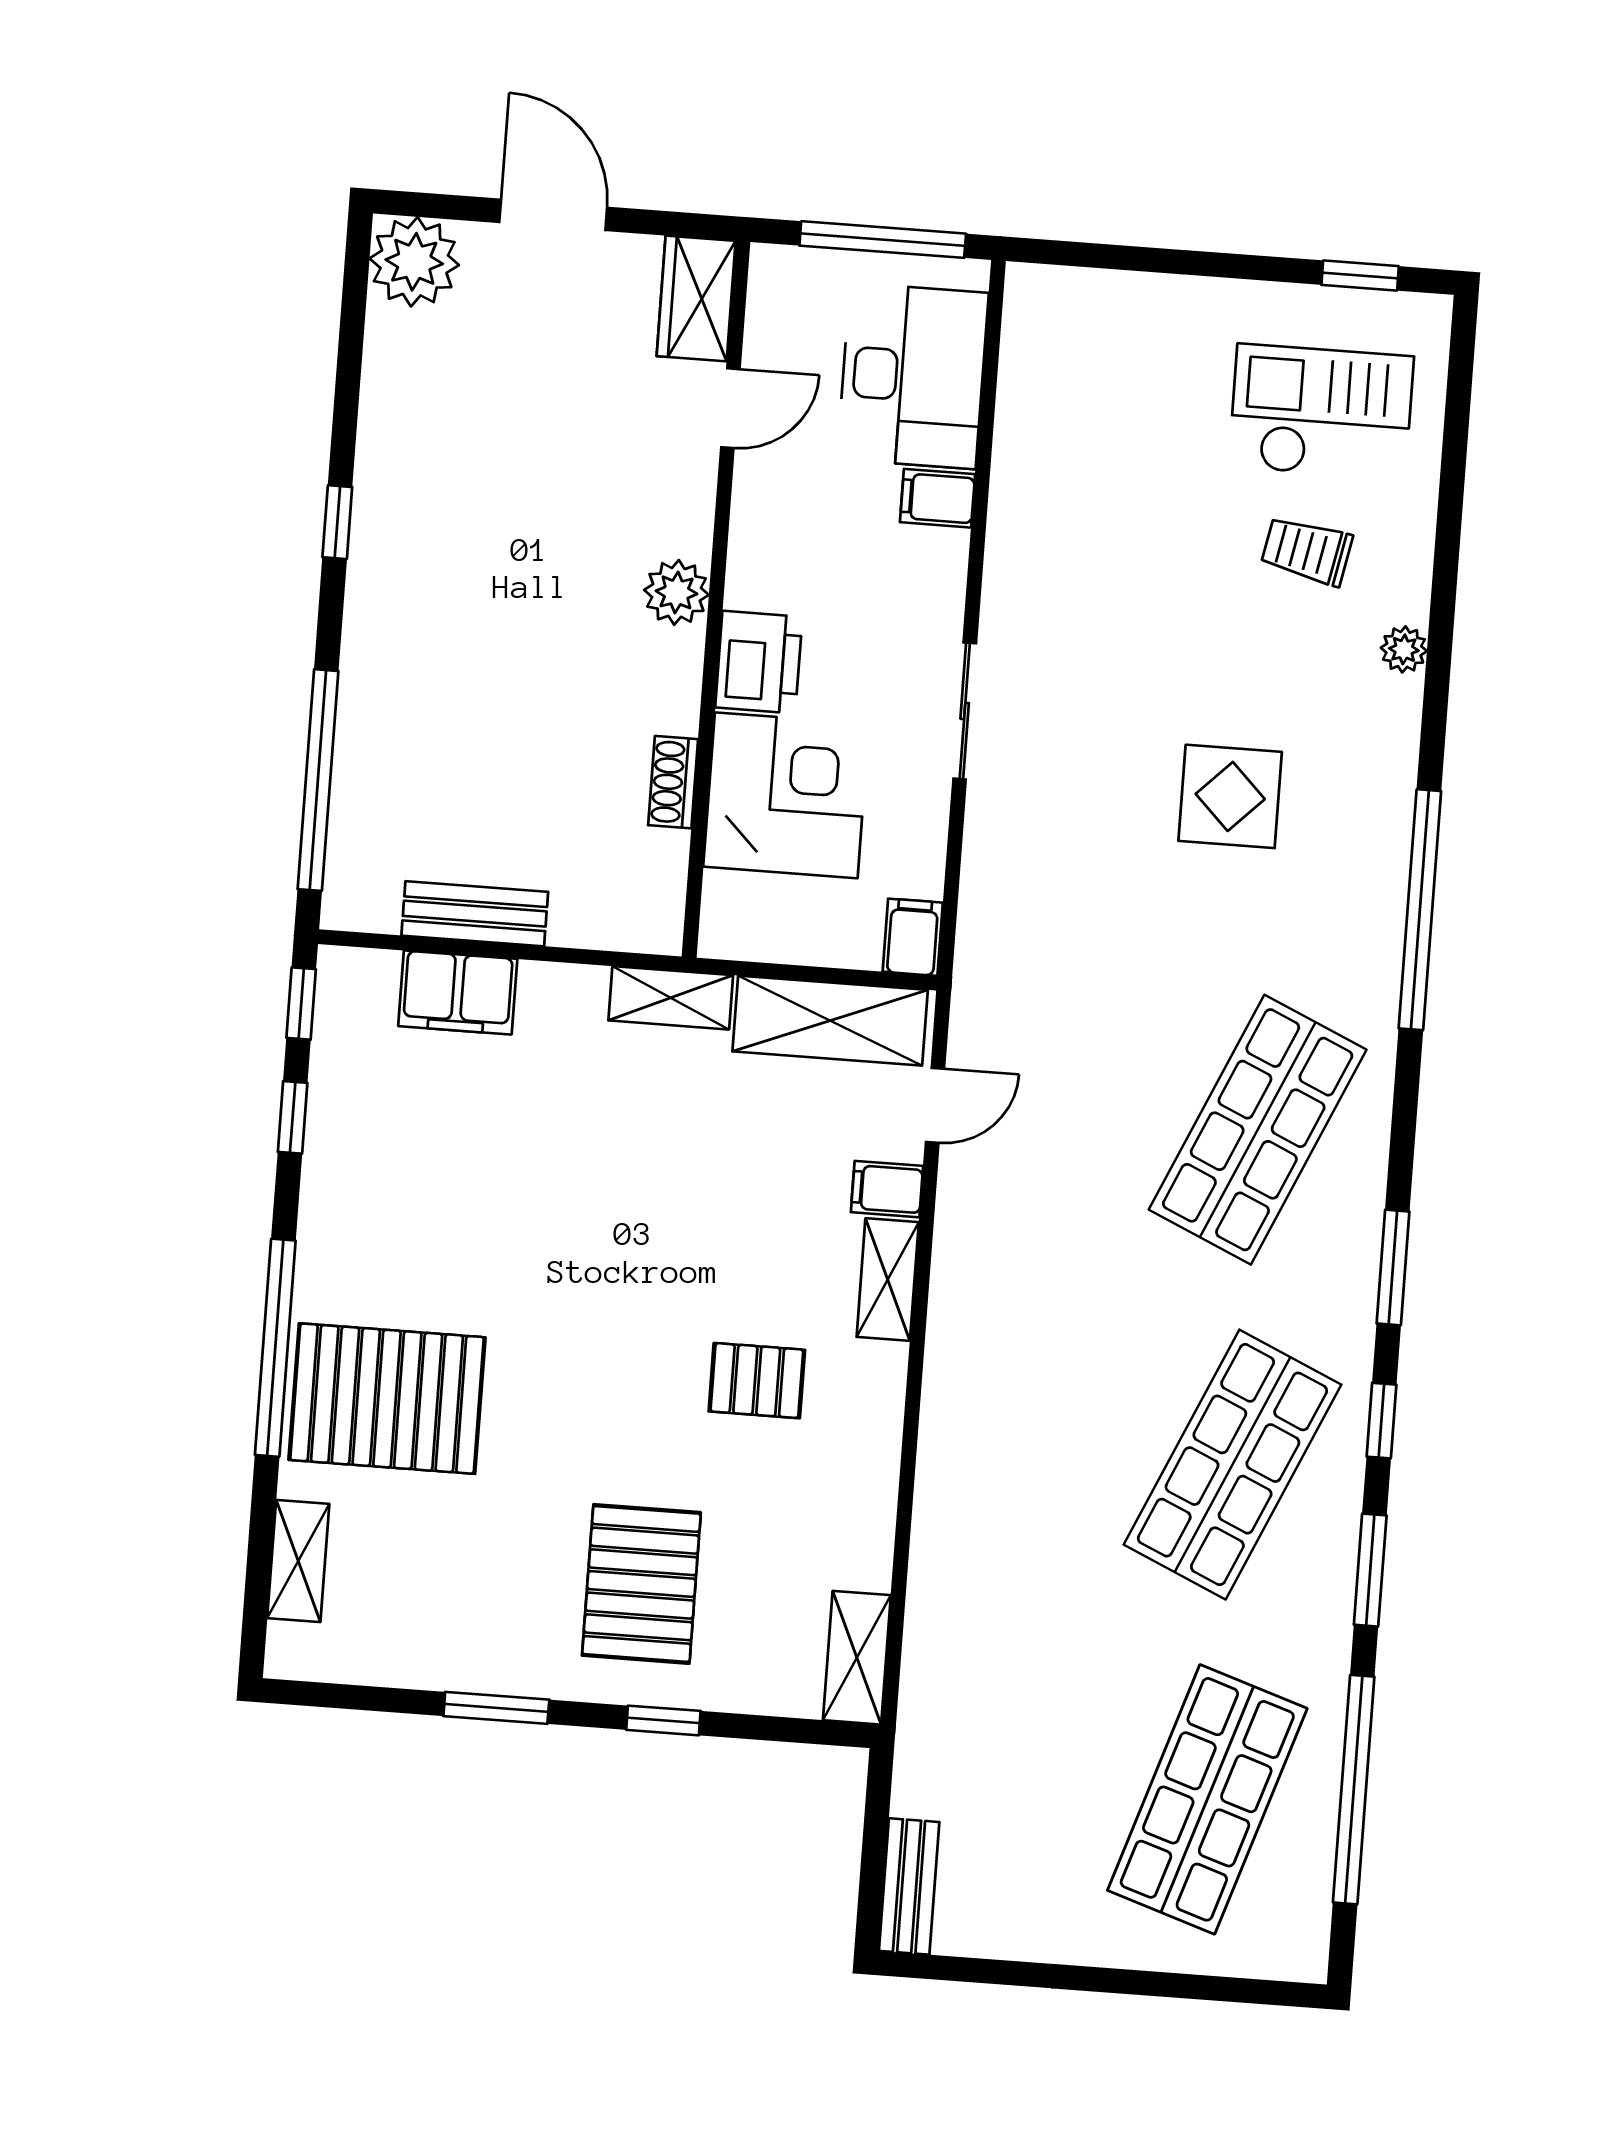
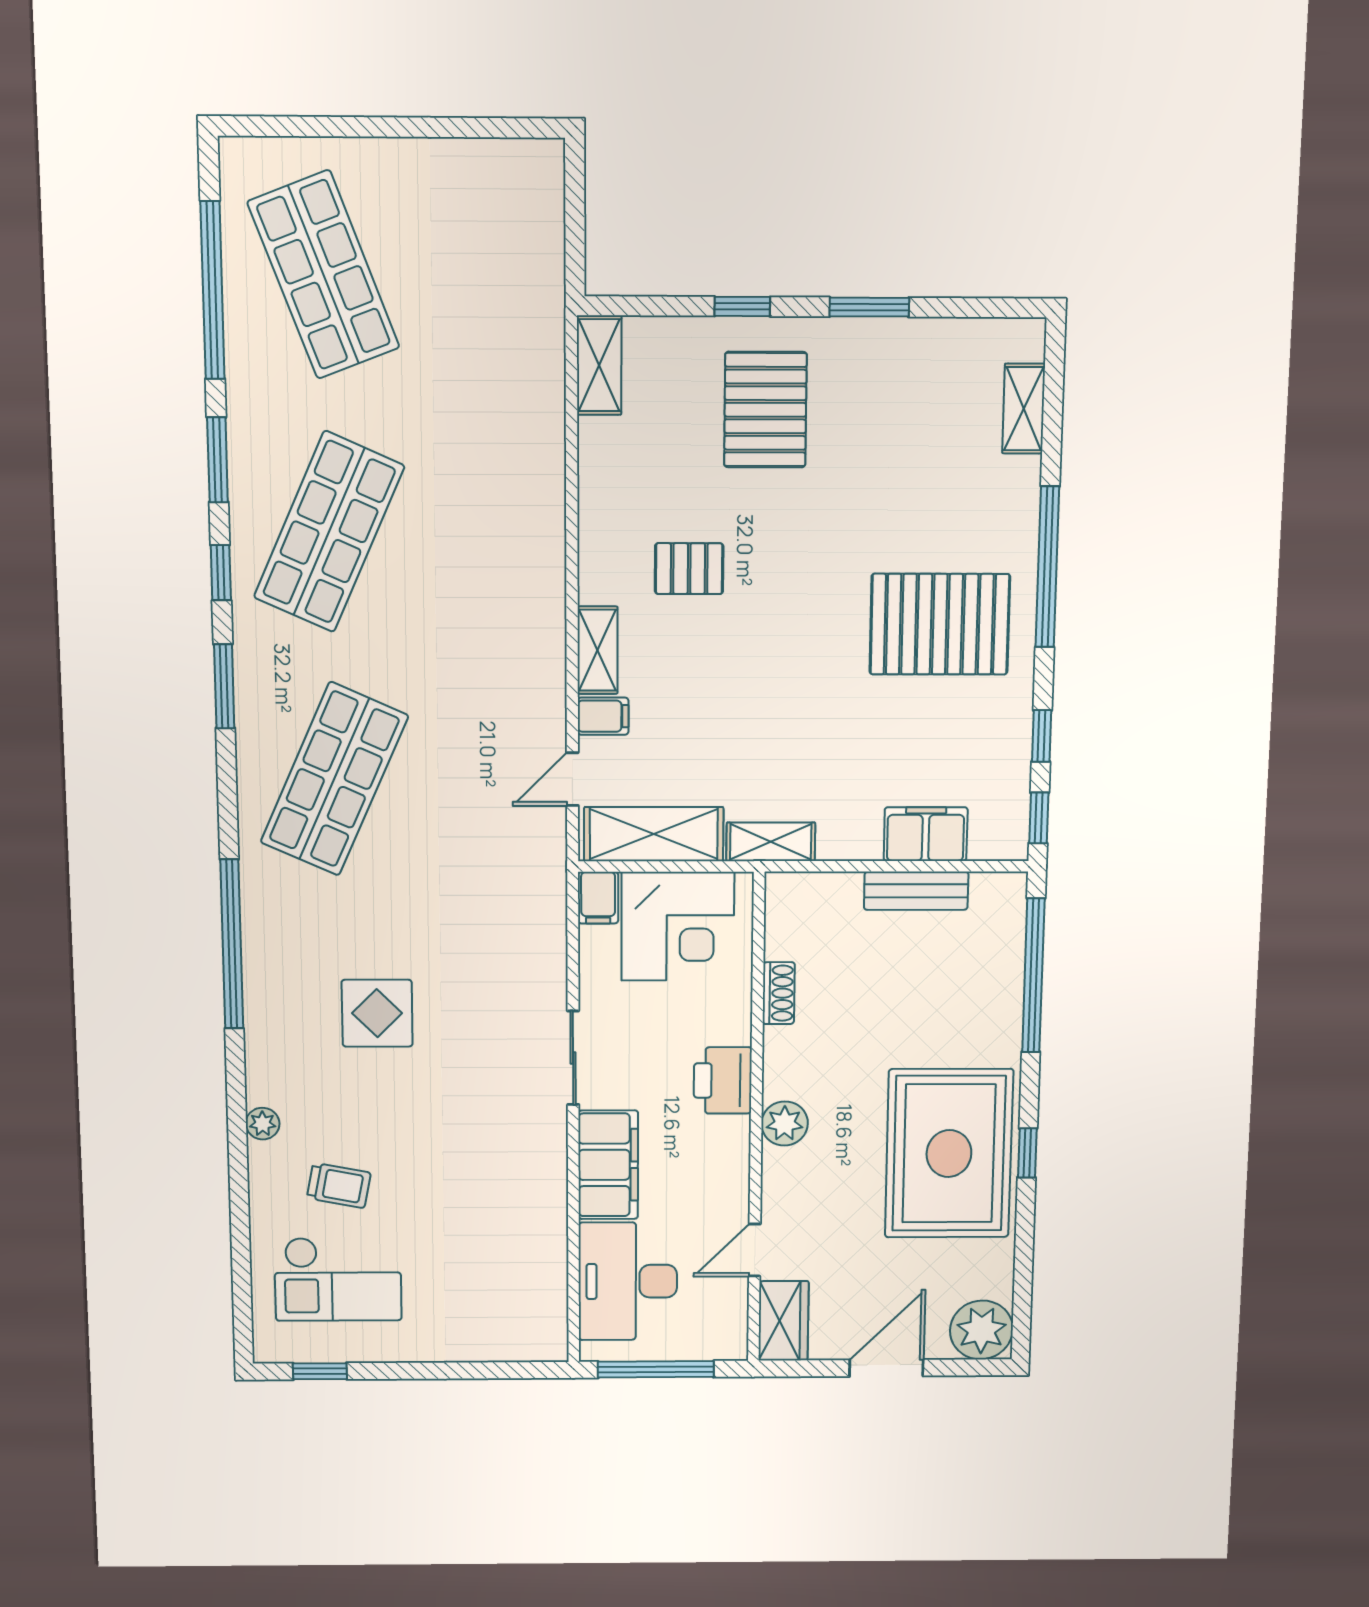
door: (553, 215) -> (886, 1368), swing flipped
filing cabinet: (938, 498) -> (608, 1165), width x3.00, depth x1.17
rug: (448, 530) -> (949, 1153), added
corner desk: (786, 795) -> (678, 926), moved, turned -90
pallet: (387, 1399) -> (940, 624), moved
shop shelf: (1207, 1799) -> (324, 275), turned -39
bench: (909, 1886) -> (546, 190), removed

